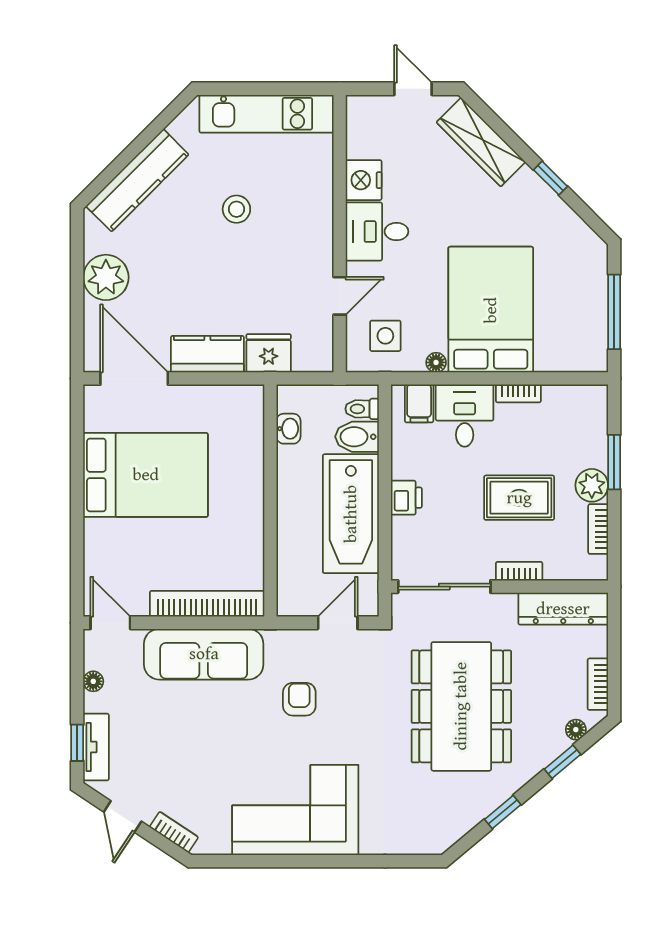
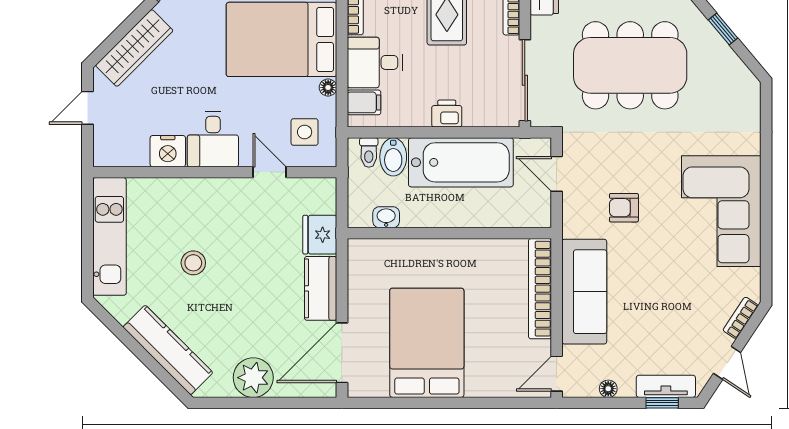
door: (123, 817) -> (727, 363), hinge flipped

